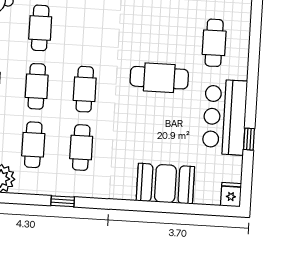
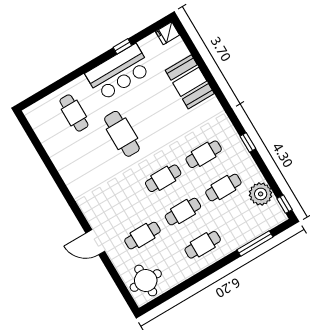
cafe table: (214, 43) -> (74, 113), turned 90

